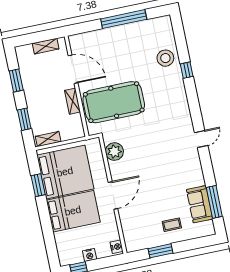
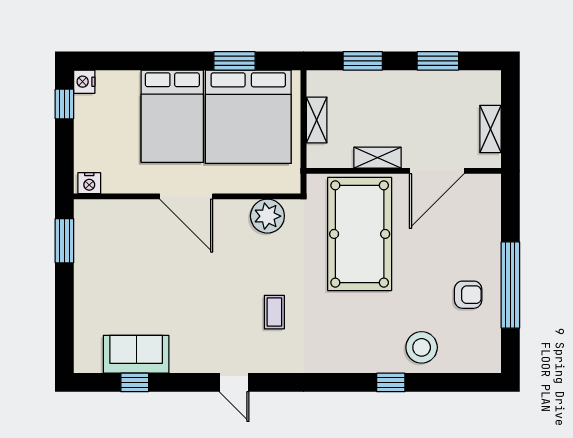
armchair: (133, 40) -> (468, 295), added
shelving: (48, 139) -> (317, 120), moved
door: (201, 139) -> (234, 382), moved
window: (214, 202) -> (135, 382), width x0.46
coffee table: (172, 225) -> (274, 312), moved
window: (161, 251) -> (64, 241), moved
nightstand: (90, 255) -> (84, 82), moved

